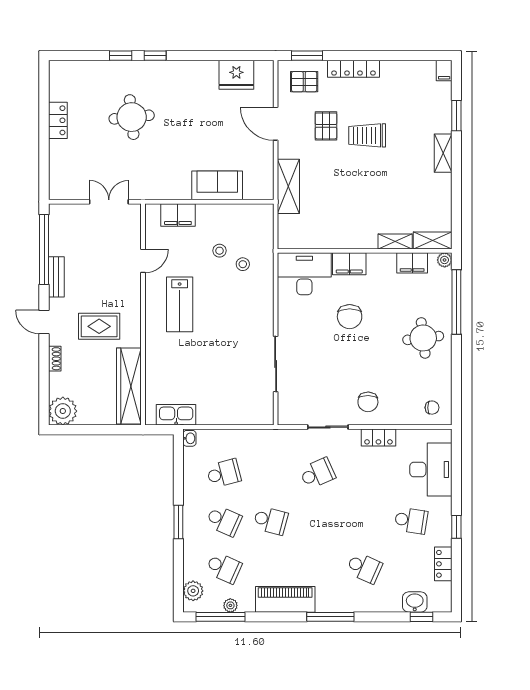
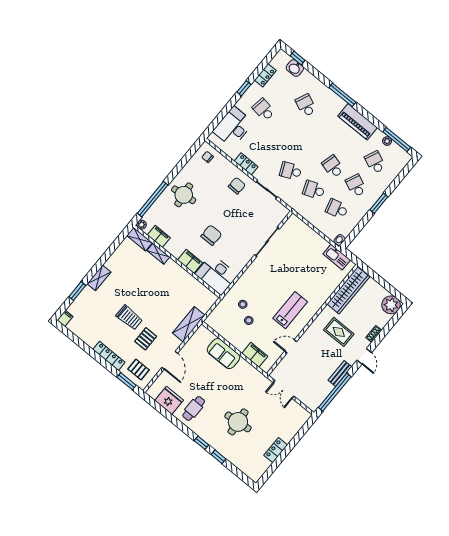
cafe table: (199, 89) -> (194, 408), added
school desk: (271, 473) -> (314, 190), added
plant: (193, 591) -> (400, 163), removed

